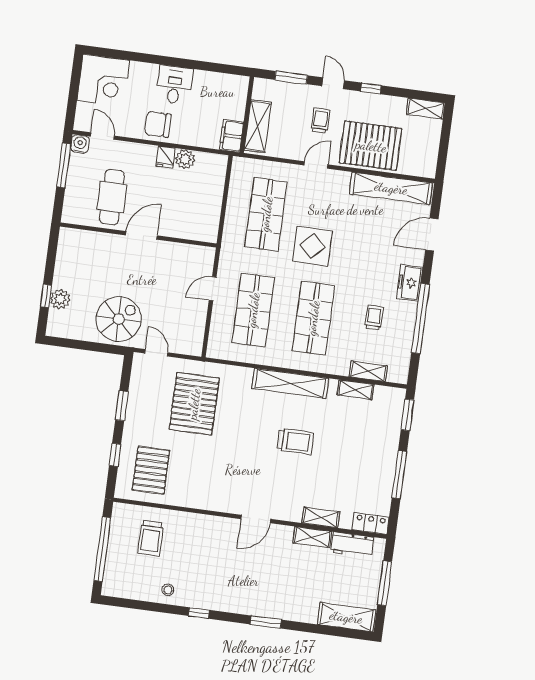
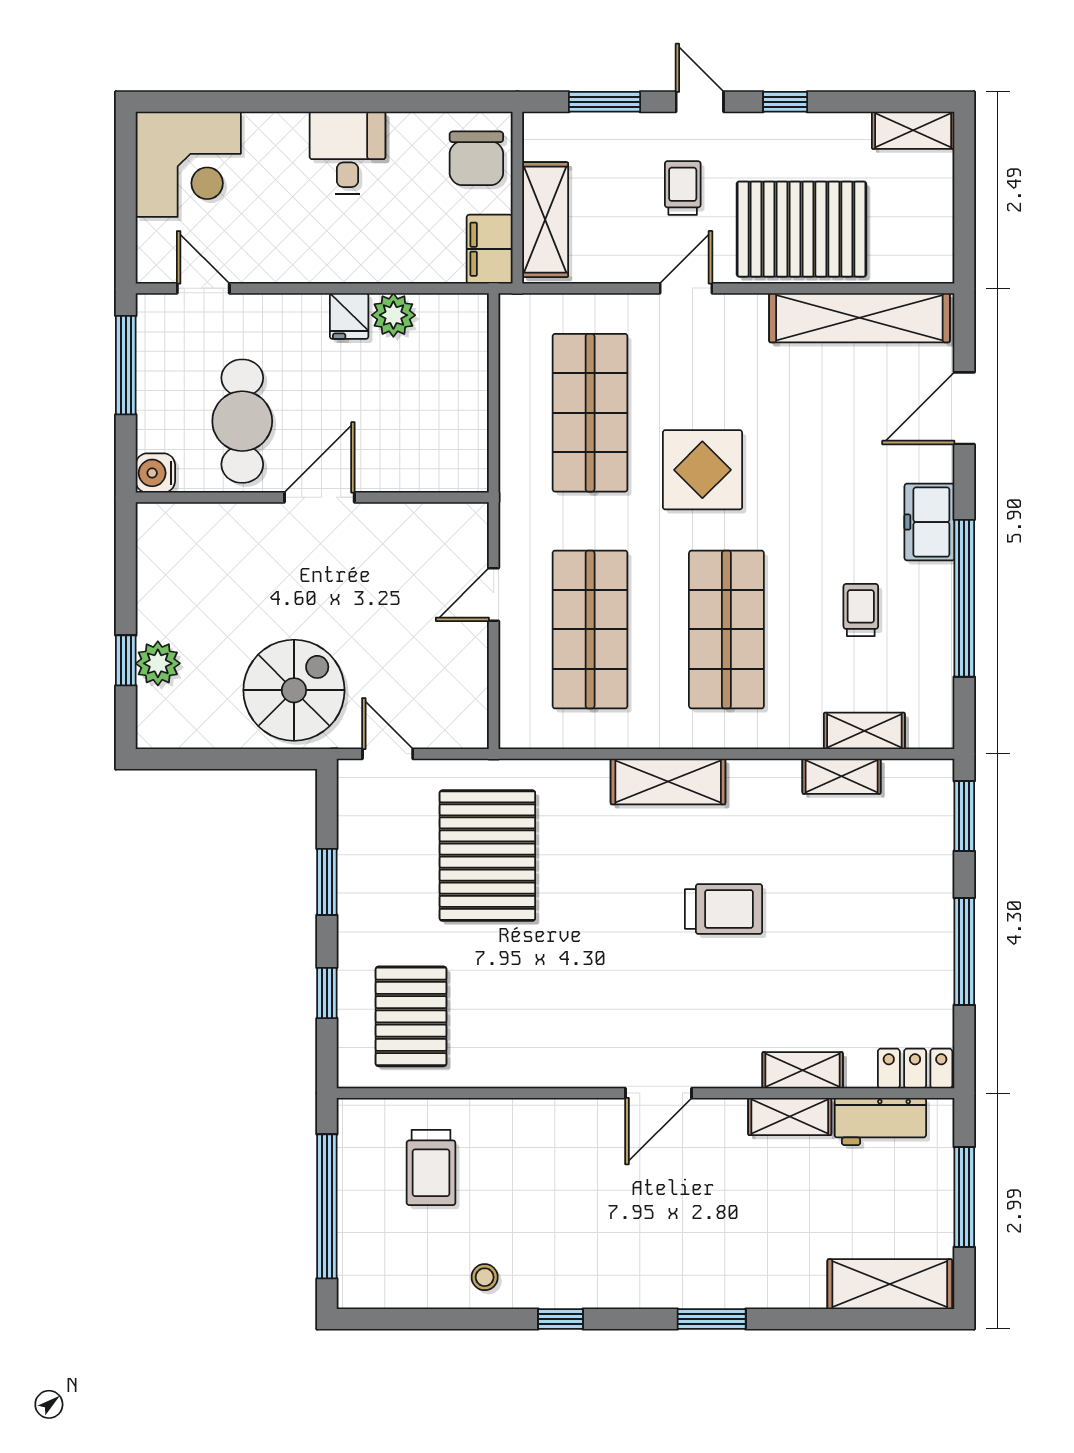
chair: (158, 124) -> (476, 158), moved, turned -90
water cooler: (80, 144) -> (155, 473), moved, turned -90
shelving: (290, 383) -> (668, 781), width x0.68

